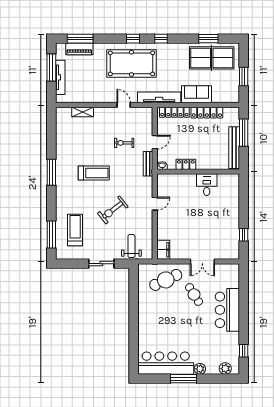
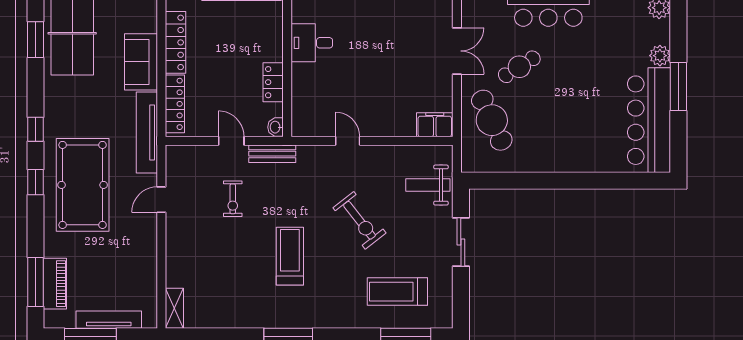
shelving: (83, 112) -> (174, 308), moved

